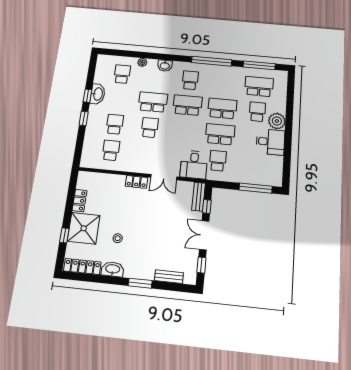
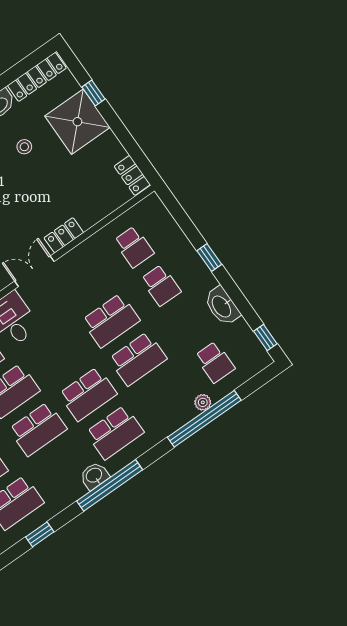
window: (148, 55) -> (204, 419), added
window: (259, 65) -> (40, 534), width x0.46
washbasin: (165, 66) -> (94, 476), moved
school desk: (190, 80) -> (115, 432), width x1.85
window: (87, 96) -> (265, 337), moved
school desk: (150, 128) -> (111, 320), width x1.85
locker: (80, 201) -> (132, 175), moved

